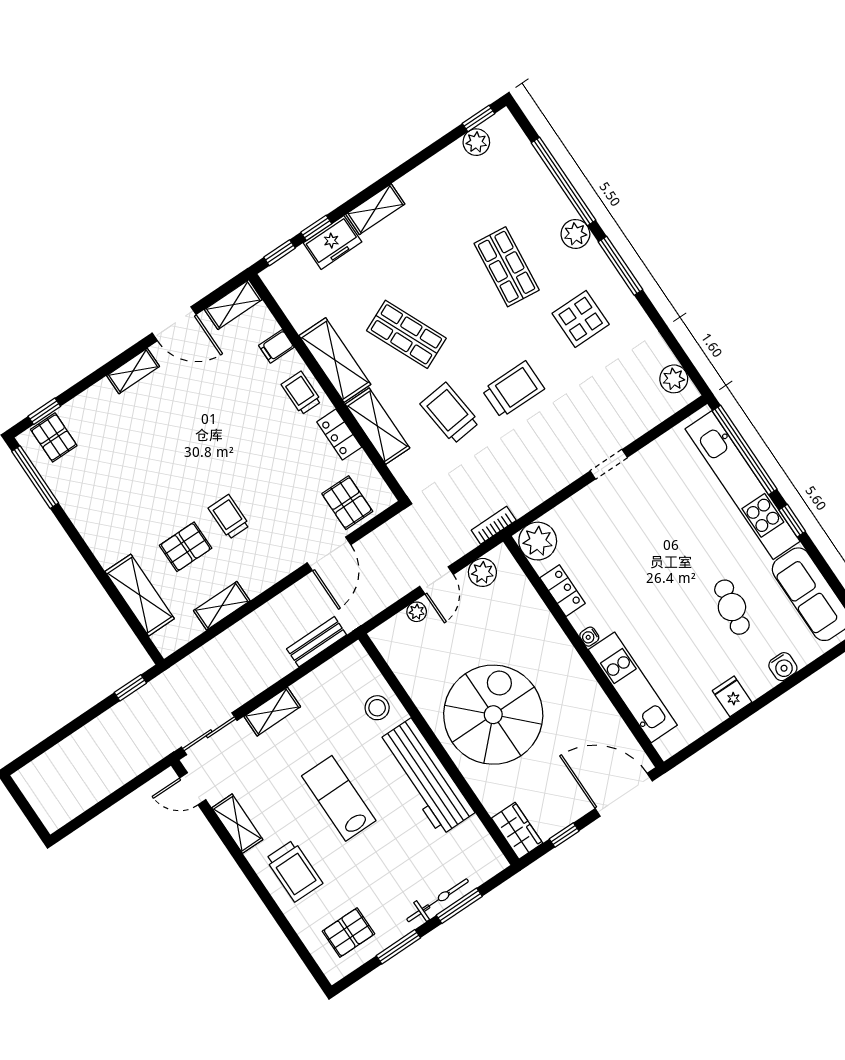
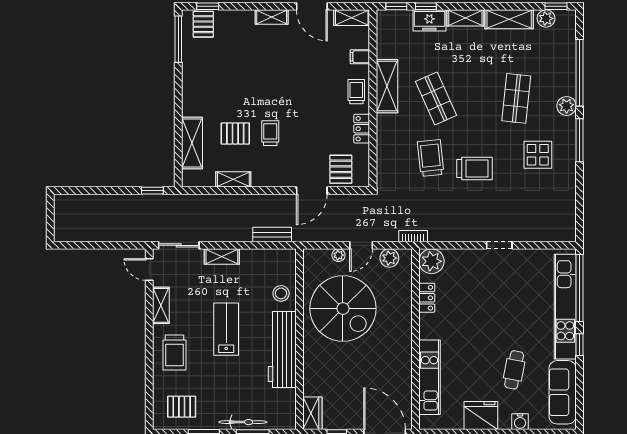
plant: (674, 379) -> (567, 222), removed
shelving: (377, 426) -> (509, 19), moved, turned 90
water cooler: (589, 637) -> (424, 333), removed
fridge: (732, 696) -> (481, 416), width x1.88, depth x1.34
spiral stairs: (493, 715) -> (343, 308), moved, turned 90

